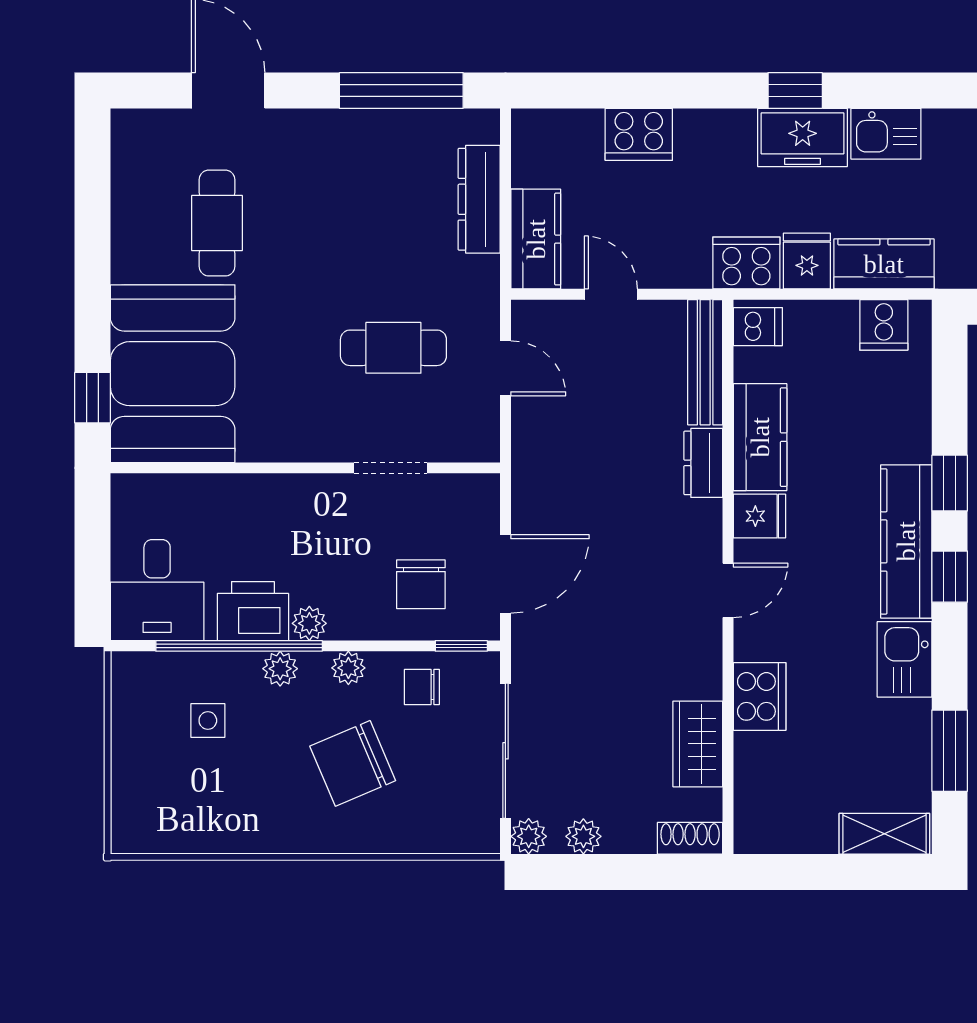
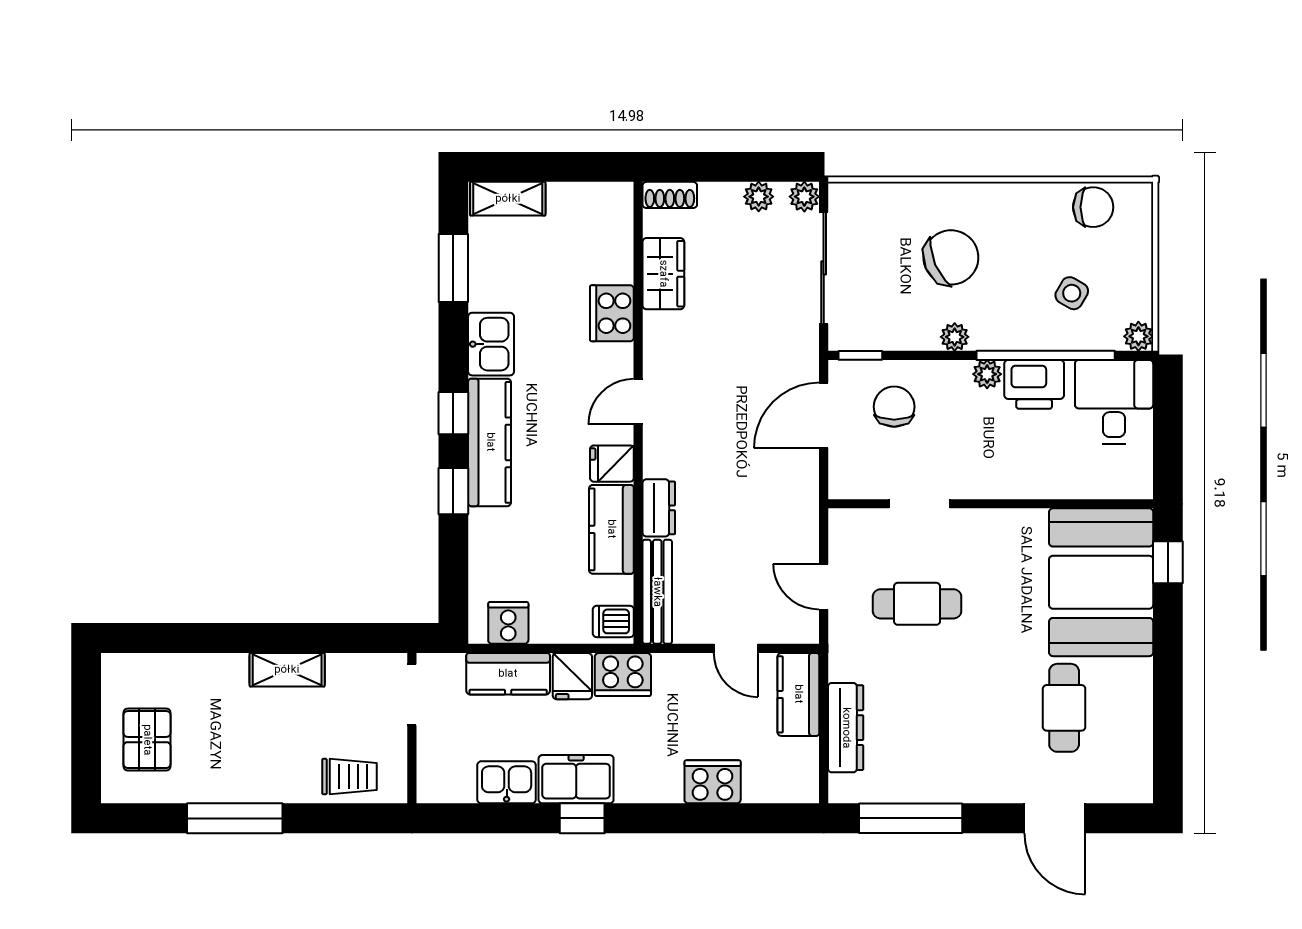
plant: (280, 669) -> (1138, 336), moved
chair: (422, 687) -> (1093, 207), moved, width x1.37, depth x1.37
side table: (208, 720) -> (1072, 293), turned 30

